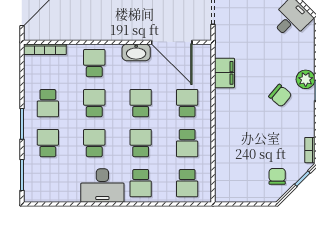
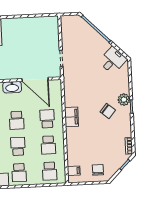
filing cabinet: (225, 73) -> (71, 117), moved
school desk: (141, 103) -> (17, 120), turned 180
chair: (277, 176) -> (98, 170), moved
filing cabinet: (224, 184) -> (74, 171), added

